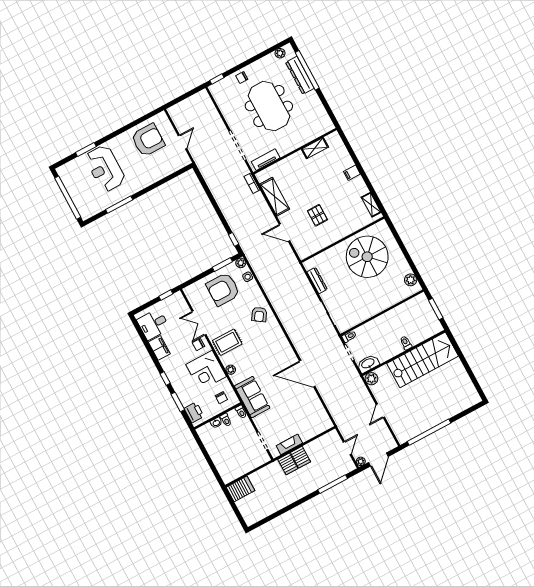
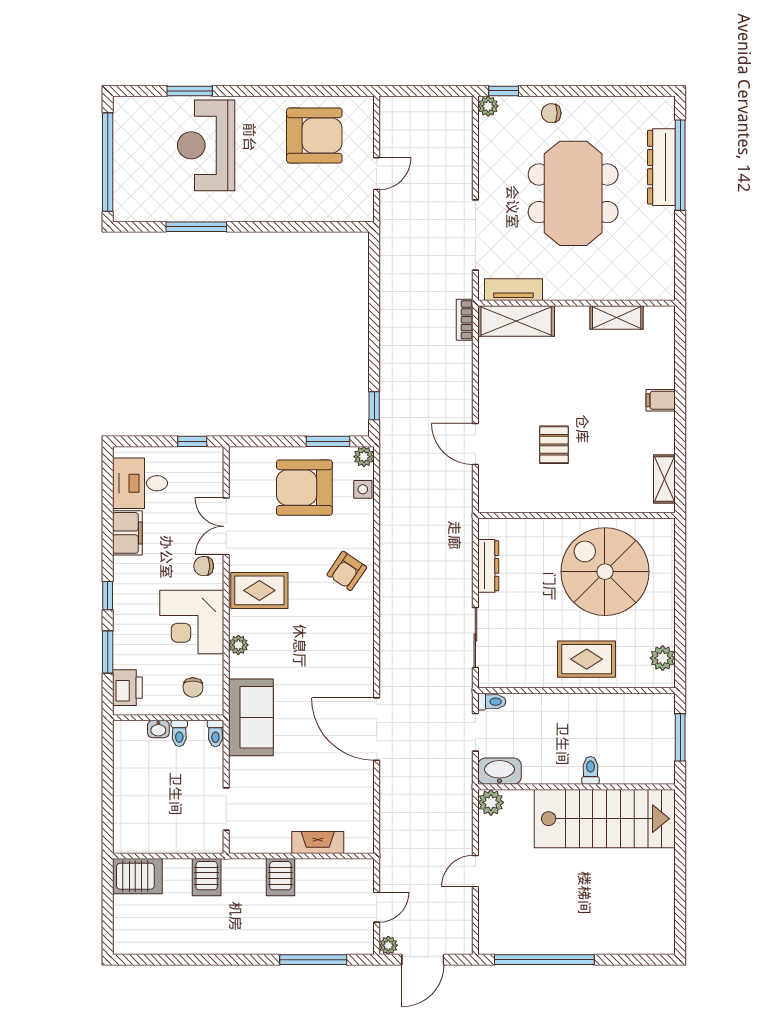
plant: (280, 53) -> (488, 106), moved
shelving: (275, 197) -> (516, 321), moved, turned 90
rug: (379, 297) -> (587, 659), added
fireplace: (289, 444) -> (318, 842), moved
server rack: (288, 464) -> (207, 877), moved

